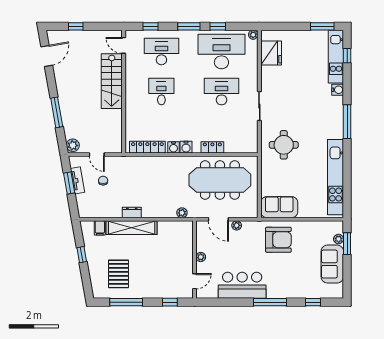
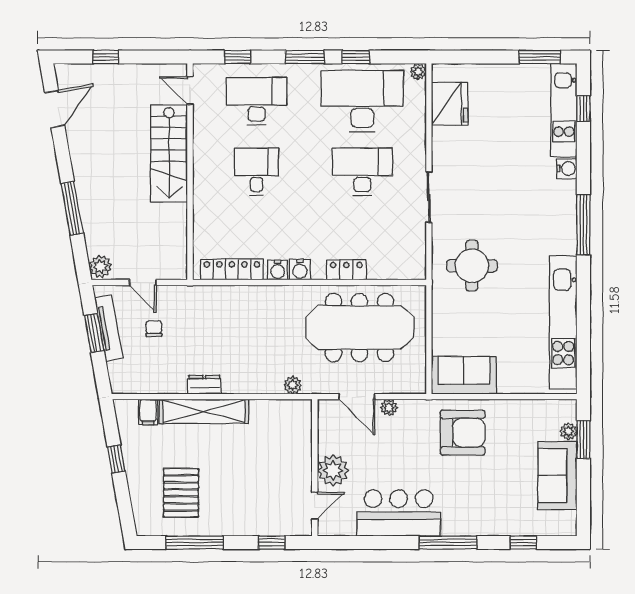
tv unit: (77, 180) -> (109, 328), width x1.41
plant: (201, 257) -> (333, 470), width x1.88, depth x1.88

